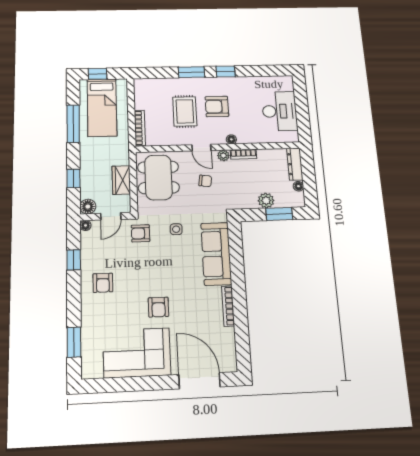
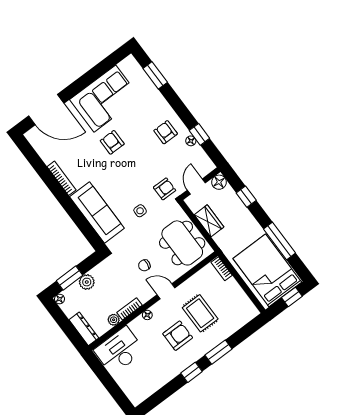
bed: (102, 108) -> (267, 270), width x1.50
desk: (280, 111) -> (119, 350), moved, turned 90
bookcase: (140, 128) -> (222, 269), width x0.64
plant: (223, 156) -> (114, 320), moved
floor lamp: (298, 186) -> (60, 299), moved
floor lamp: (86, 225) -> (191, 141), moved

